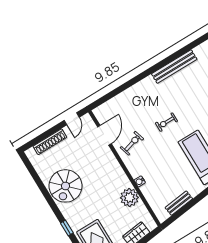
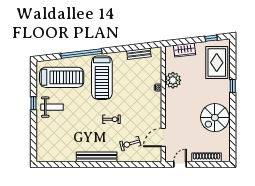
bench: (174, 67) -> (97, 157), moved
exercise bike: (132, 143) -> (130, 144), moved
spiral stairs: (65, 186) -> (215, 118), turned 180

